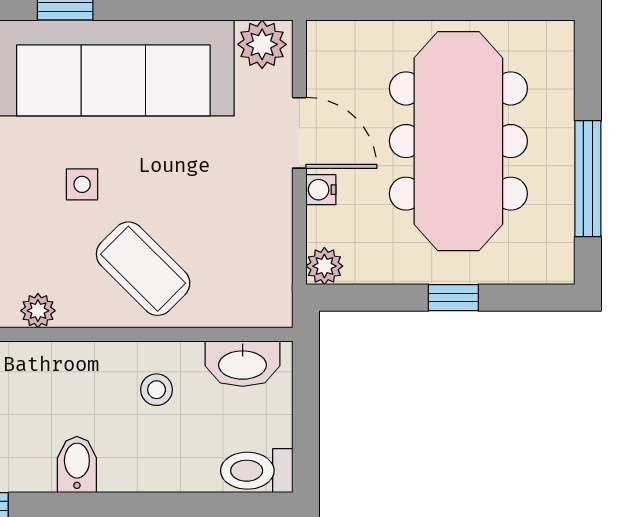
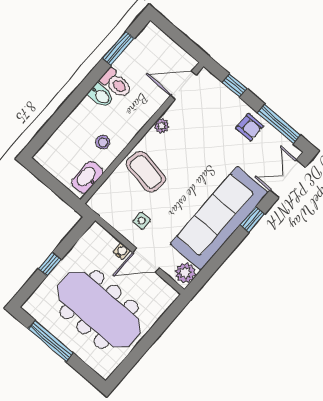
side table: (82, 184) -> (142, 221), moved
plant: (324, 266) -> (96, 231), removed
coffee table: (143, 269) -> (146, 172), turned 54
toilet: (257, 471) -> (116, 83), moved, turned 90

